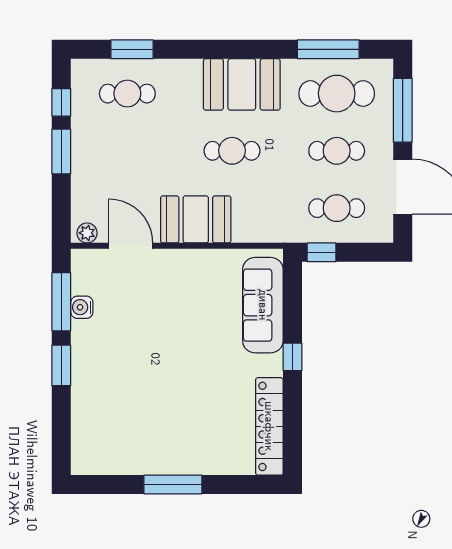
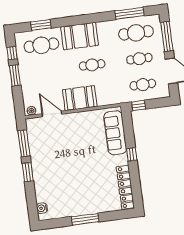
booth: (242, 84) -> (80, 36), moved
cafe table: (127, 94) -> (41, 45), width x1.37, depth x1.35
water cooler: (82, 307) -> (42, 208), moved

